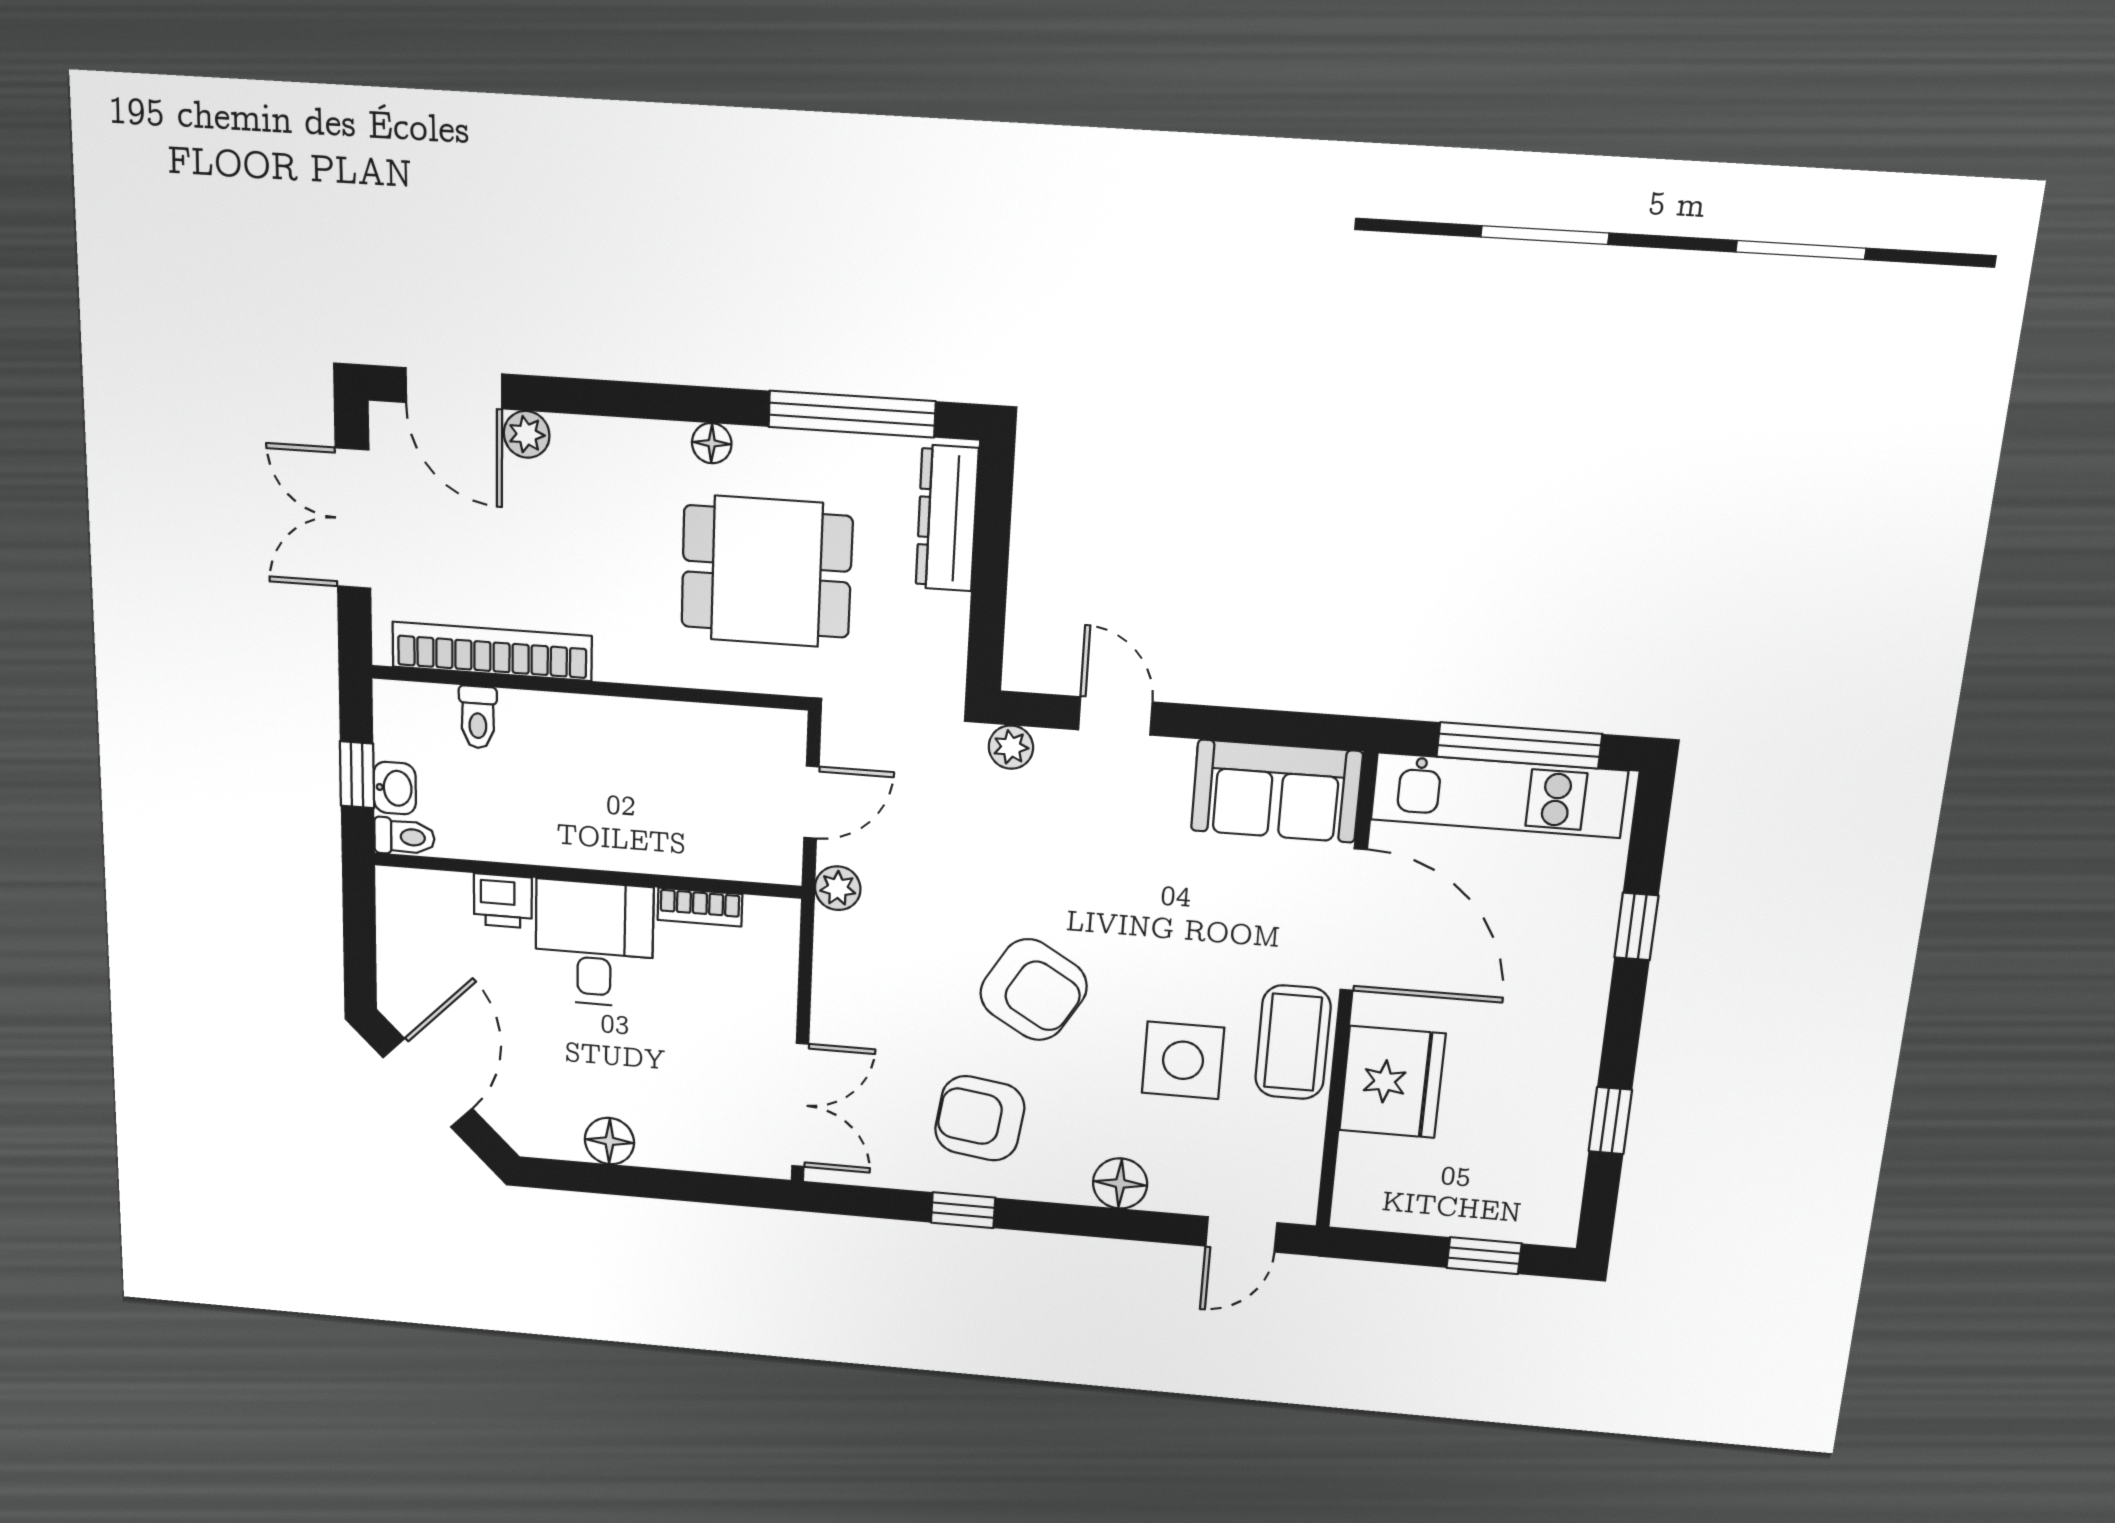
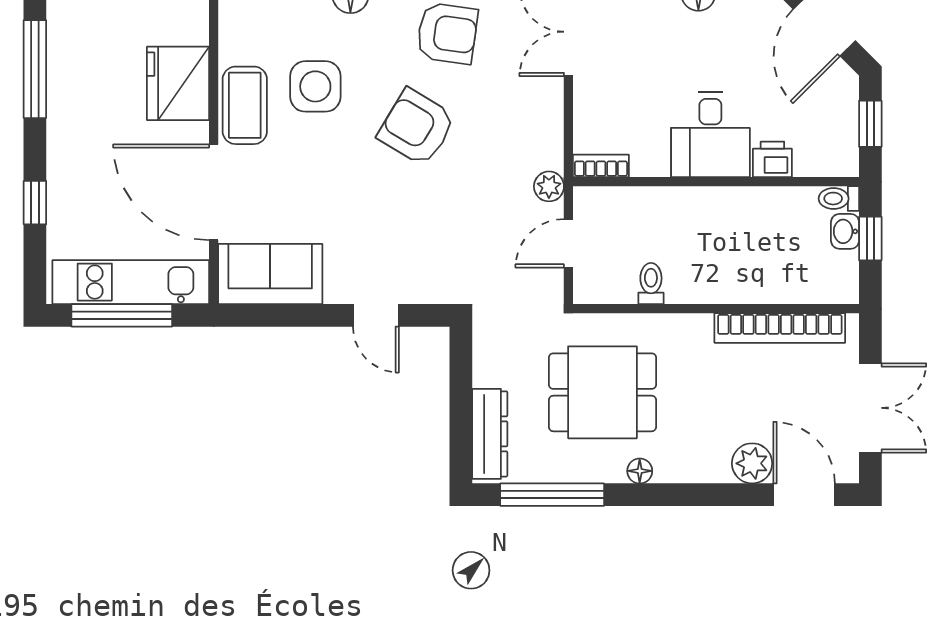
plant: (527, 434) -> (752, 463), width x1.38, depth x1.38
toilet: (478, 717) -> (651, 284), moved
plant: (1011, 747) -> (441, 290), removed
bookcase: (700, 907) -> (601, 166), moved
window: (360, 940) -> (870, 124), added
window: (1610, 1121) -> (35, 69), width x2.17

